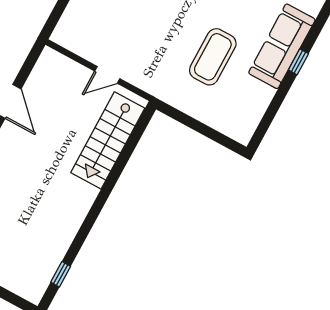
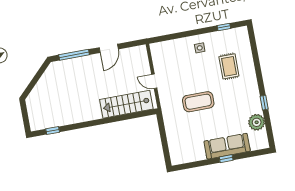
coffee table: (213, 57) -> (198, 102), moved

